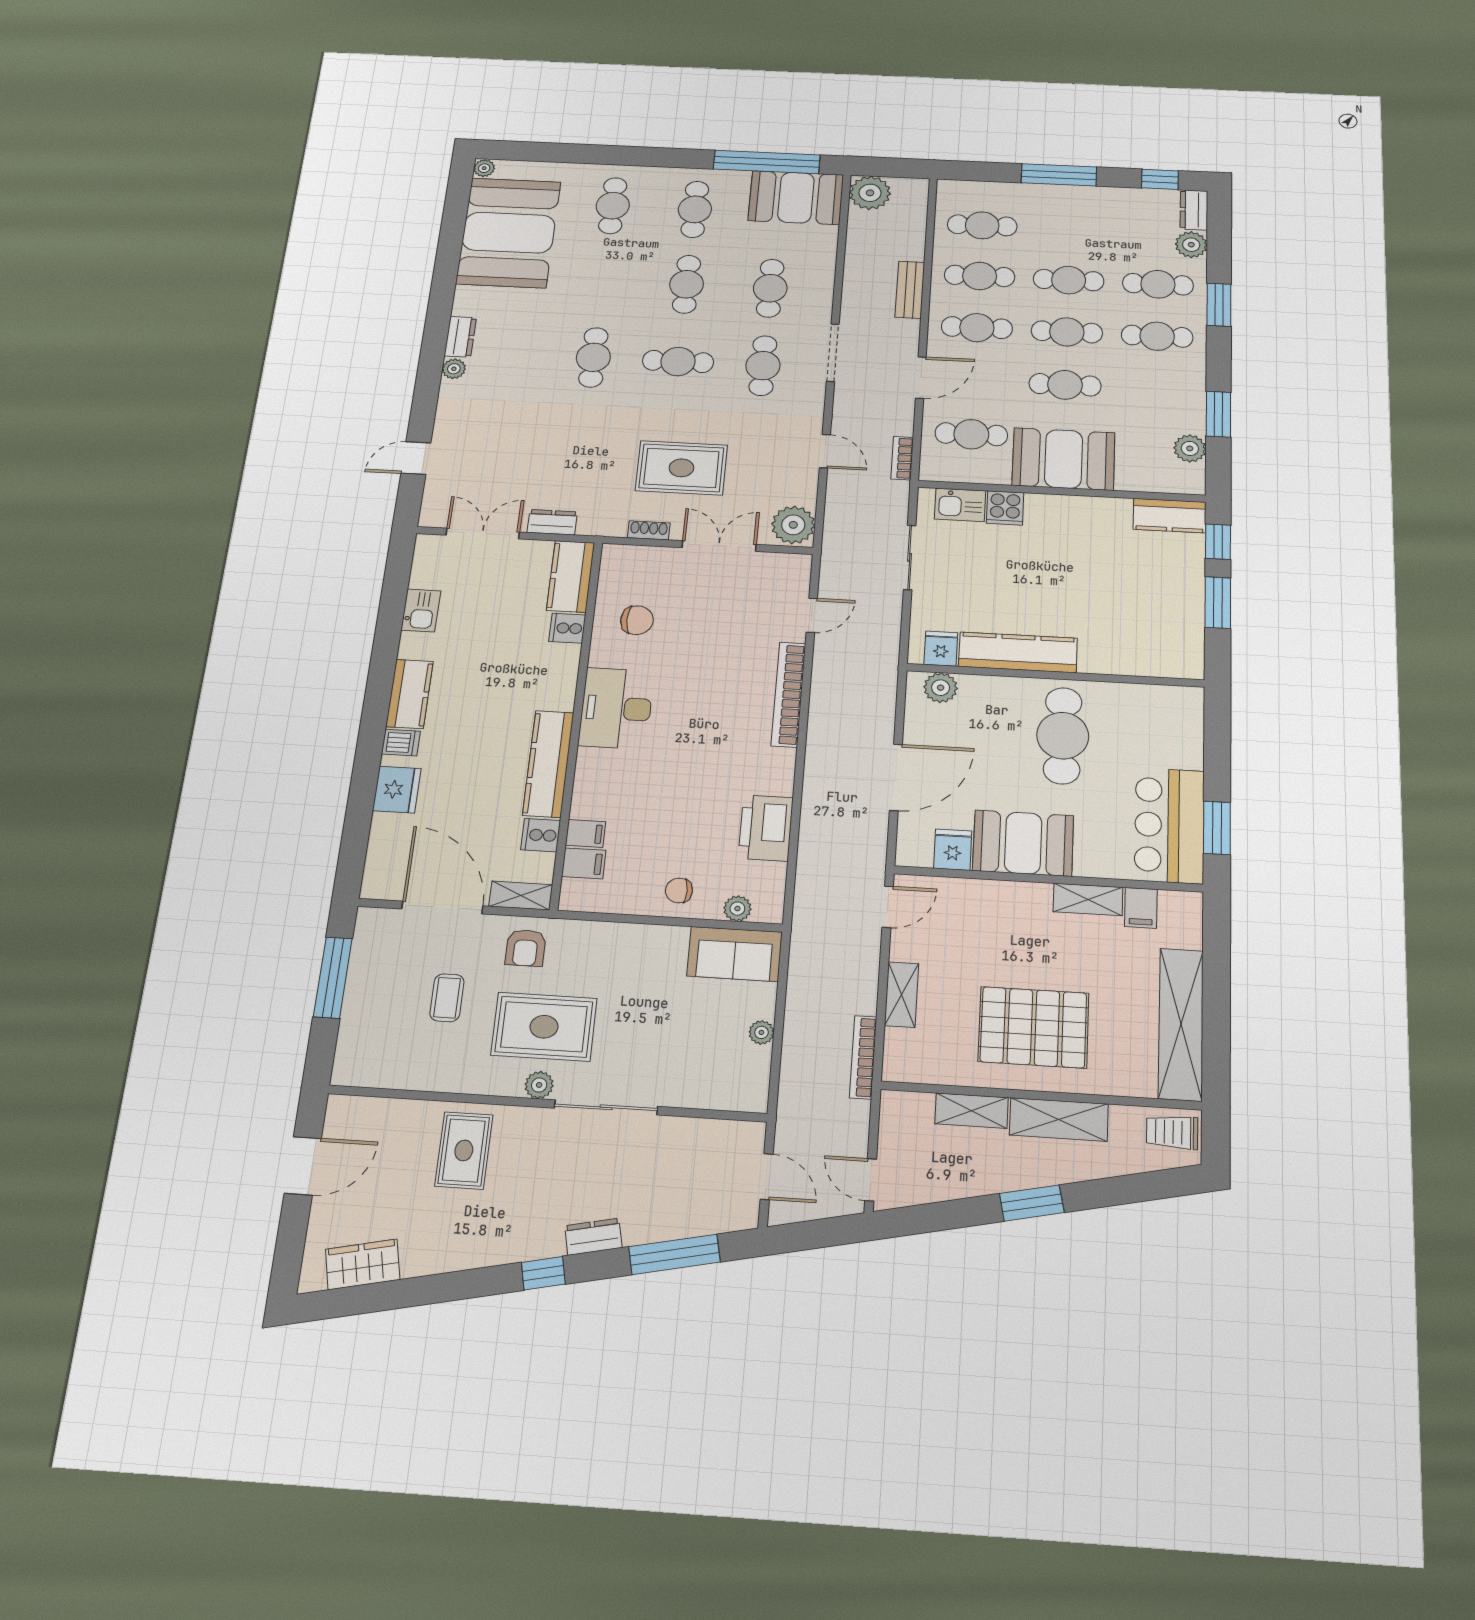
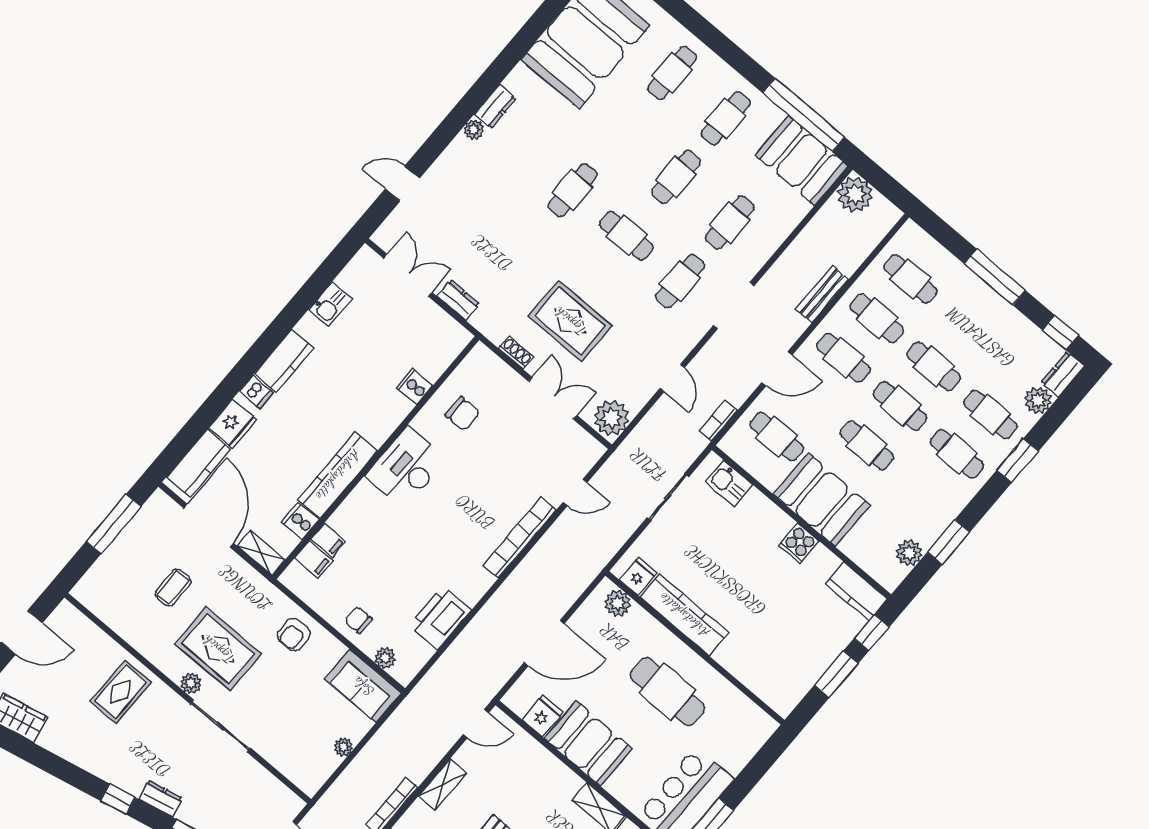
cooker: (1005, 508) -> (799, 543), moved
kitchen counter: (571, 576) -> (199, 463), moved, turned 180
cafe table: (1063, 736) -> (667, 692), turned 90
armchair: (526, 948) -> (294, 635), moved

